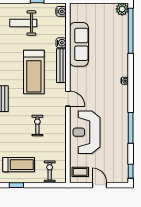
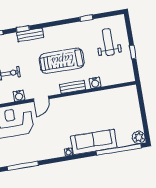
water cooler: (61, 11) -> (19, 96), moved
sofa: (79, 44) -> (94, 142), moved, turned 180
bench: (61, 66) -> (73, 87), width x0.73

